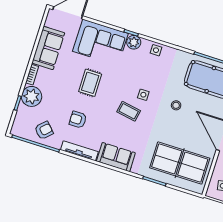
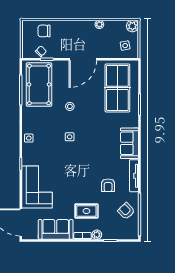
plant: (134, 42) -> (28, 159), removed
rug: (90, 83) -> (86, 211), moved
plant: (32, 96) -> (97, 235), width x0.53, depth x0.53
coffee table: (129, 111) -> (87, 145), removed

